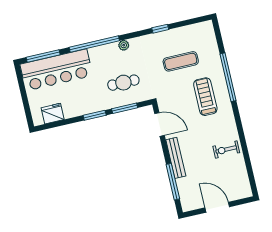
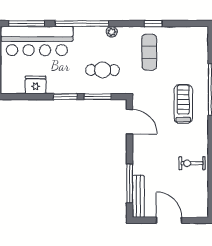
exercise mat: (181, 61) -> (149, 52), moved, turned 90
fridge: (53, 114) -> (36, 85), moved
bench: (176, 158) -> (138, 196), moved

